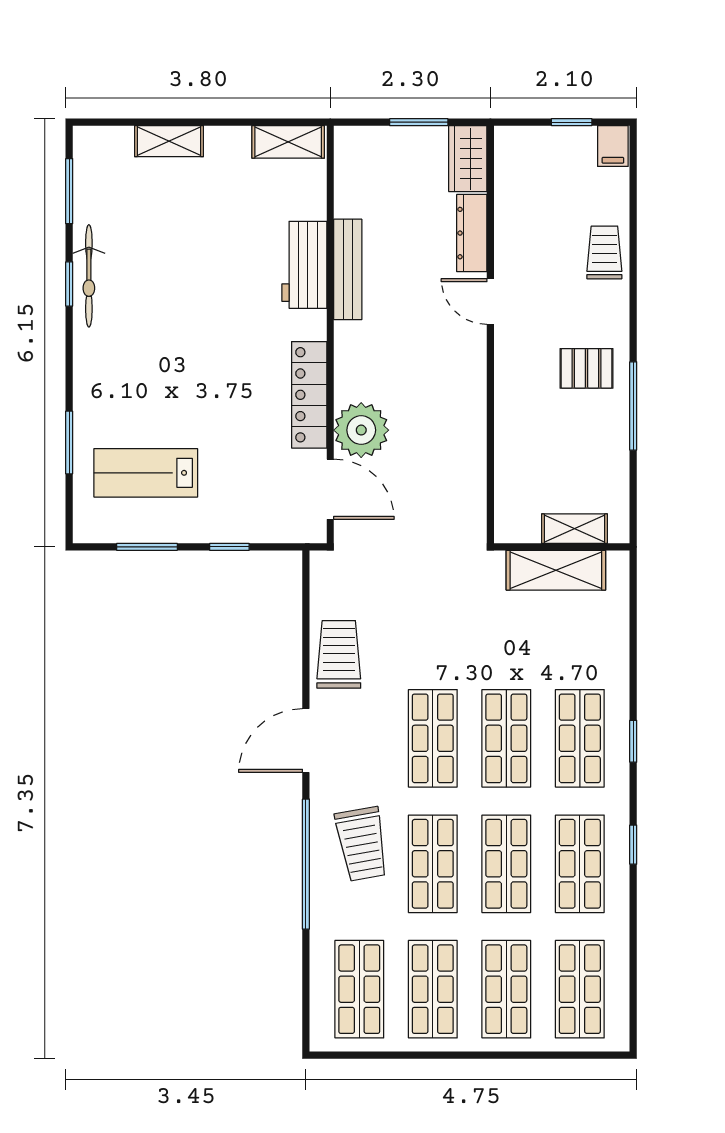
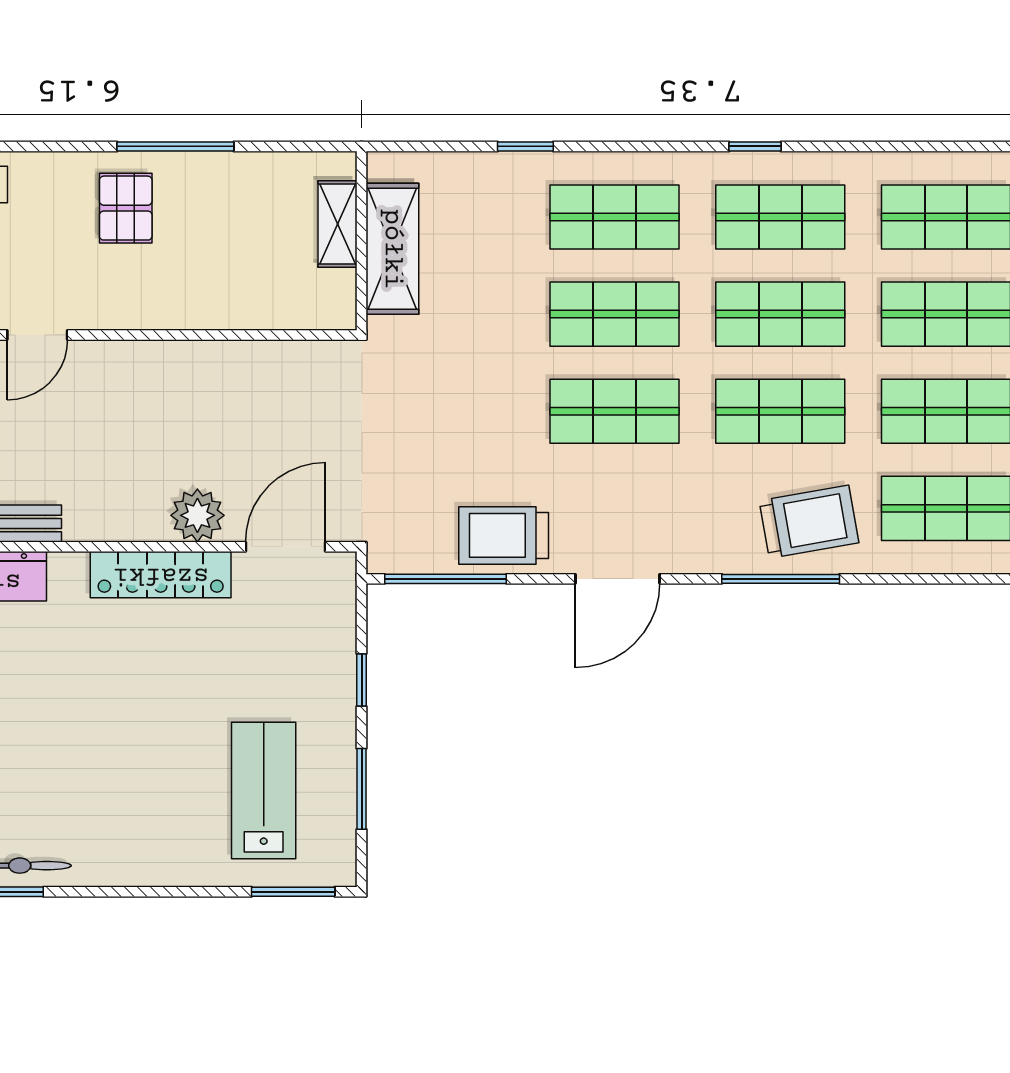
plant: (361, 430) -> (197, 515), width x0.73, depth x0.73
window: (69, 442) -> (293, 892), moved
lab bench: (146, 473) -> (264, 791), turned 180
window: (306, 610) -> (446, 579), added
door: (306, 741) -> (618, 579), hinge flipped
window: (633, 741) -> (525, 146), moved
trolley: (362, 844) -> (809, 522), moved
window: (306, 864) -> (781, 579), width x0.68

